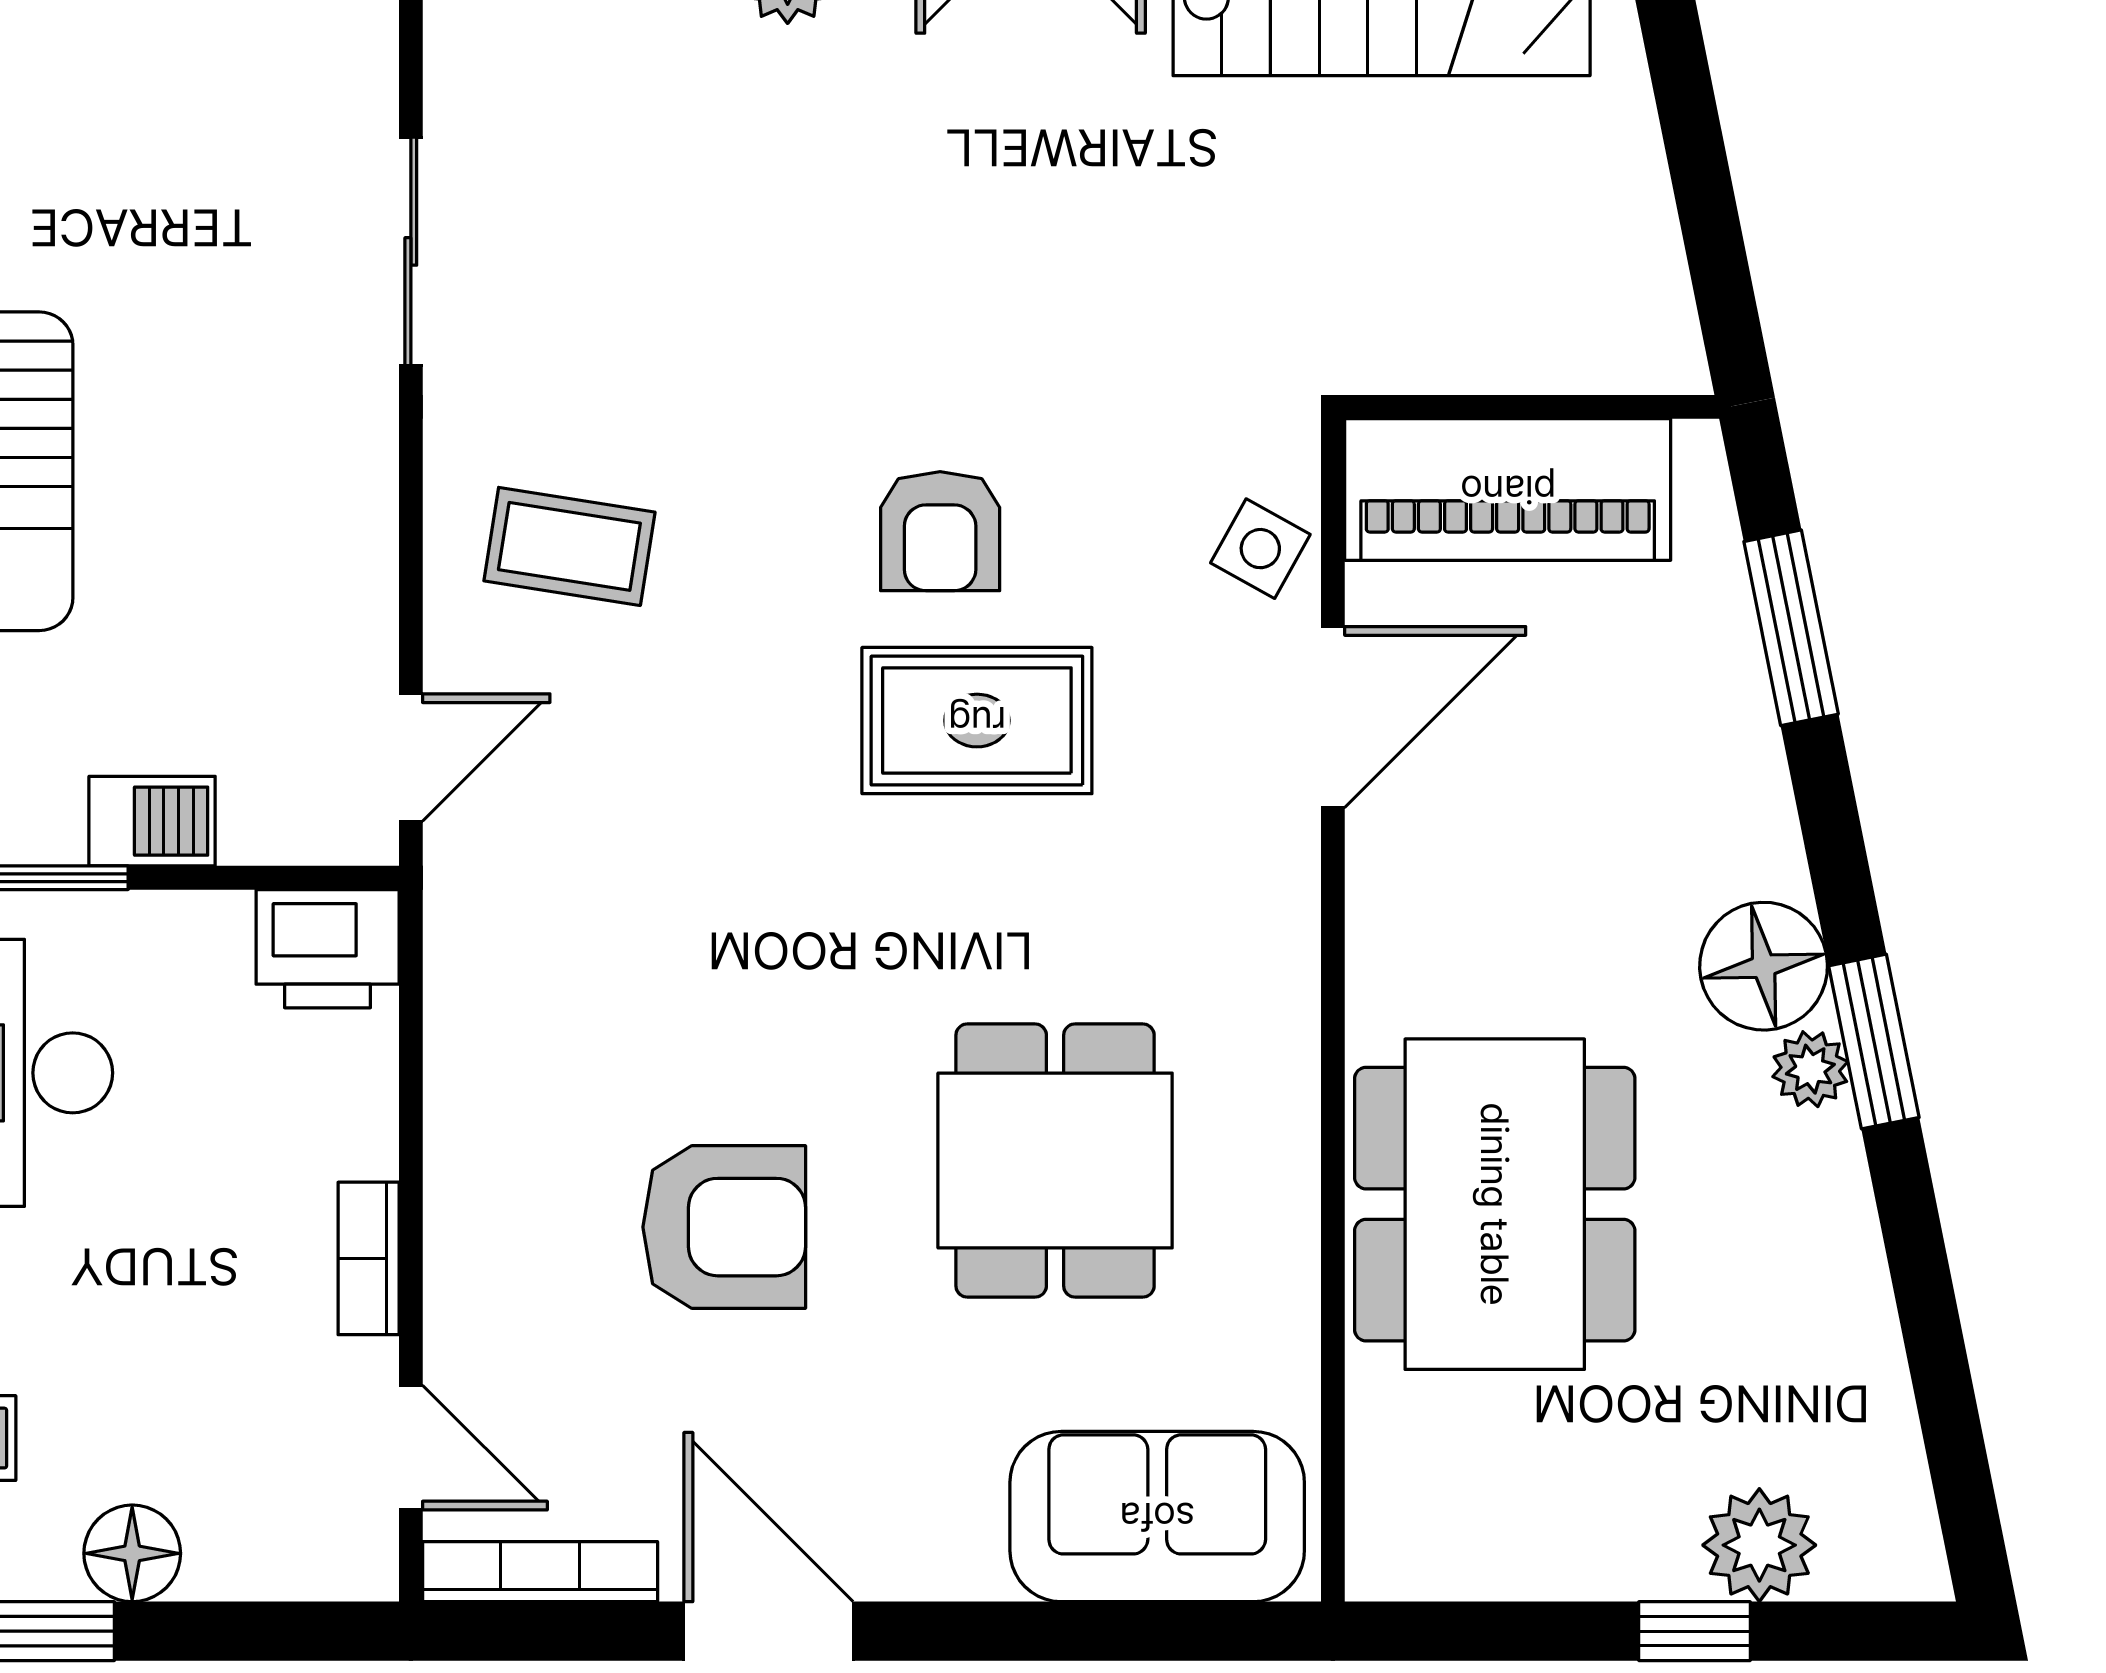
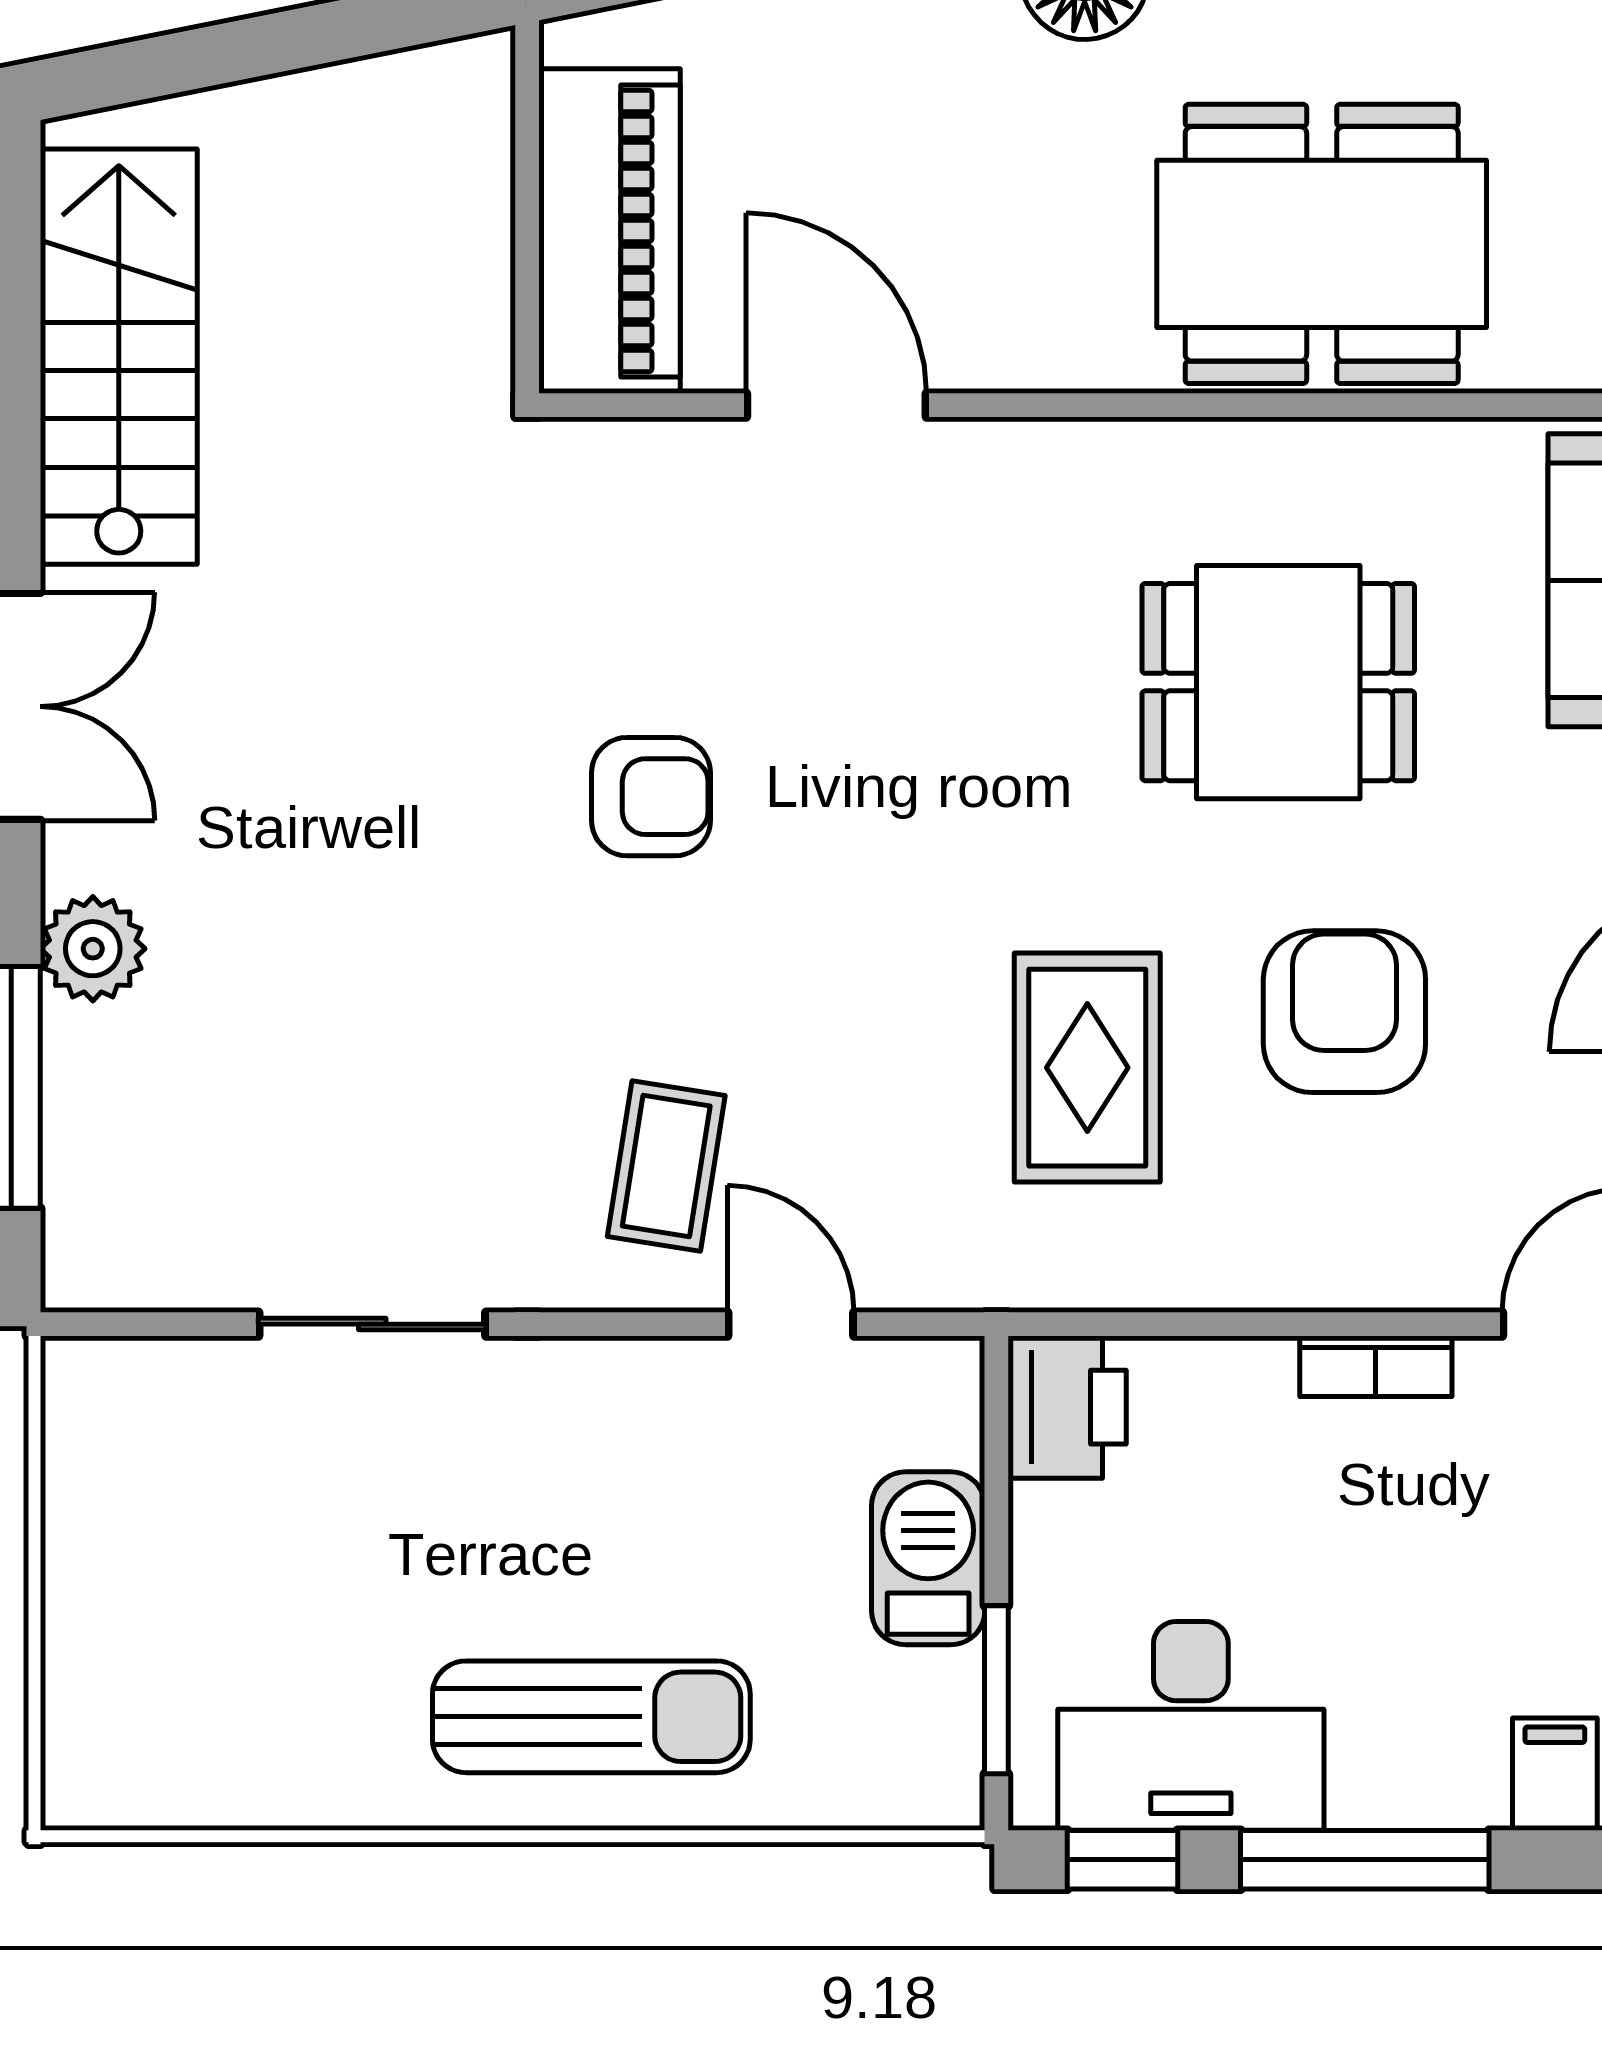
side table: (1260, 549) -> (668, 477), removed
rug: (977, 721) -> (1087, 1068), moved
door: (411, 757) -> (791, 1324), moved
barbecue: (152, 821) -> (928, 1558), width x1.38, depth x1.27

